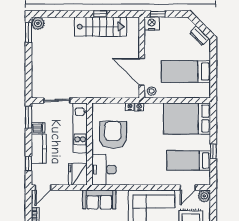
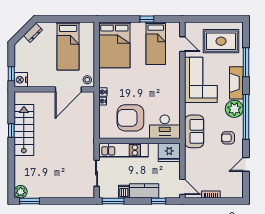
plant: (204, 196) -> (191, 28), removed

